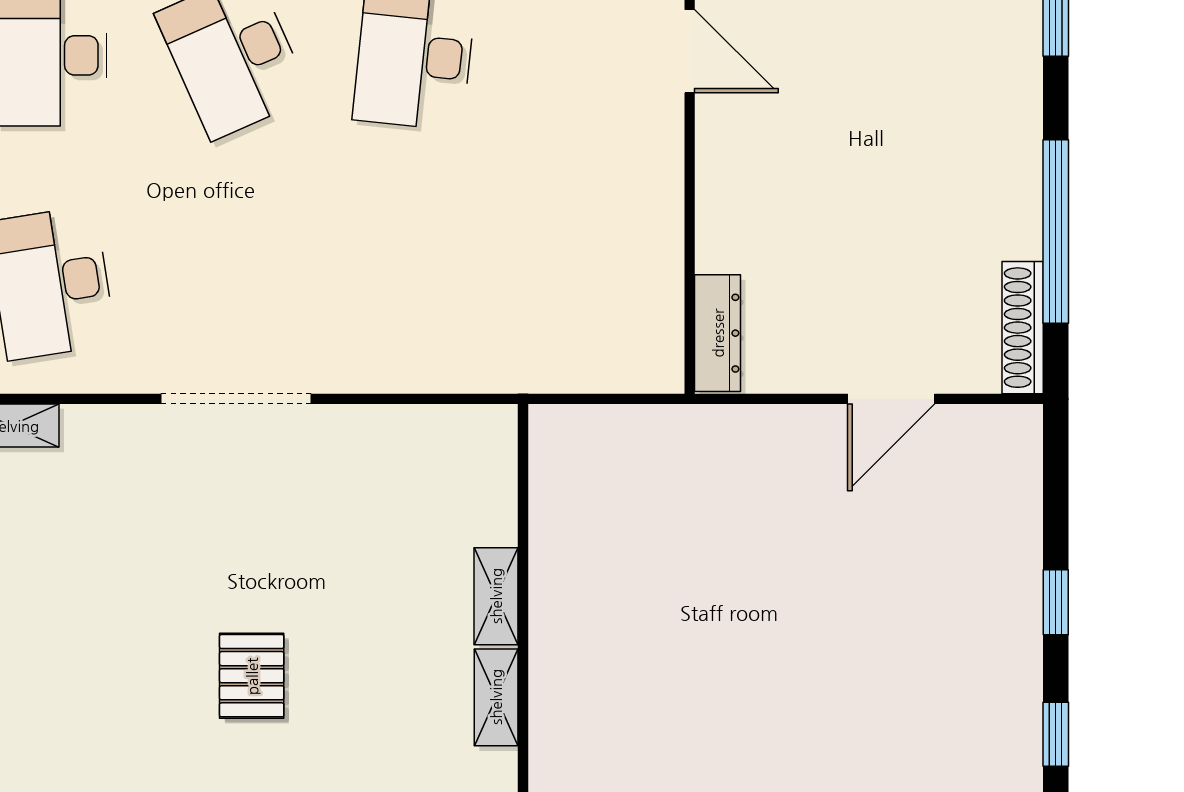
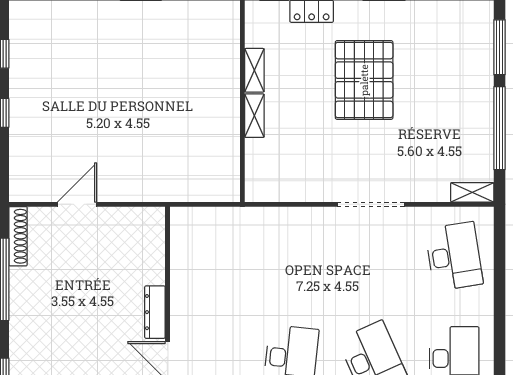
dresser: (718, 333) -> (155, 312), moved
pallet: (252, 676) -> (364, 80), width x2.05, depth x2.00

